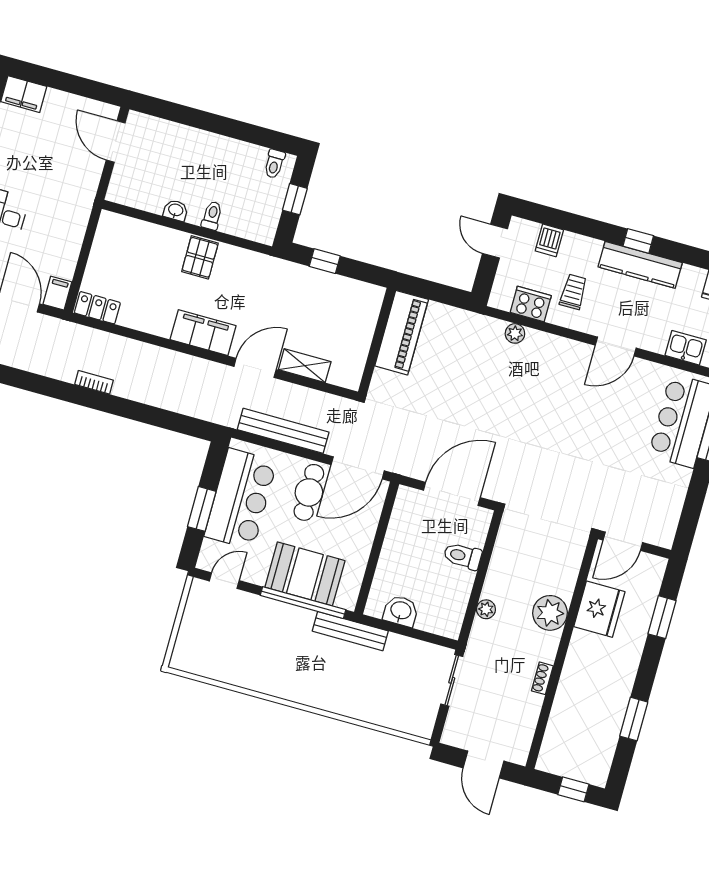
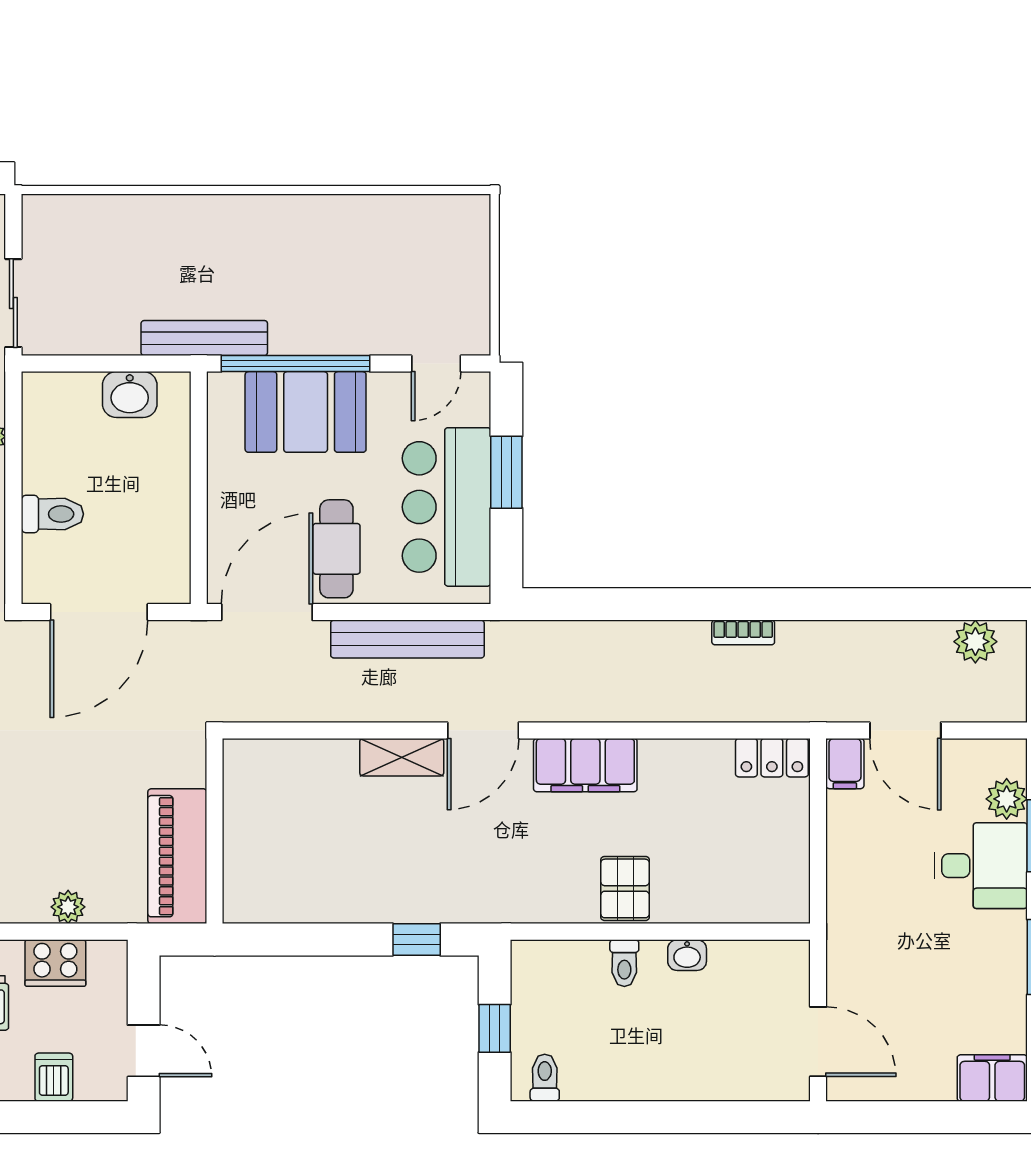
piano: (402, 333) -> (177, 856), moved
wall: (377, 341) -> (215, 831), moved

